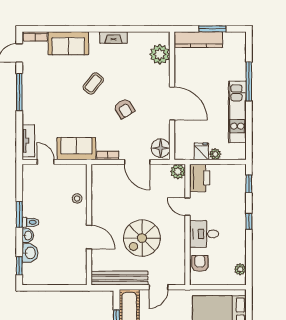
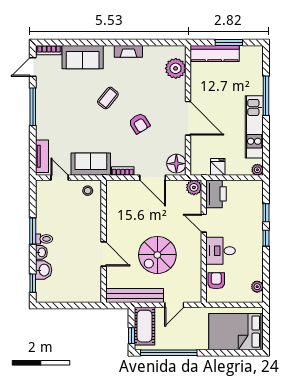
plant: (215, 154) -> (257, 170), moved
window: (249, 184) -> (266, 213), moved
stool: (77, 198) -> (88, 191), moved

